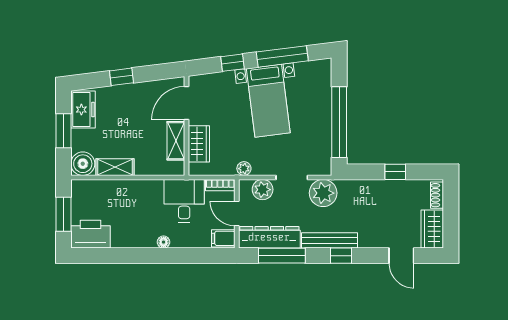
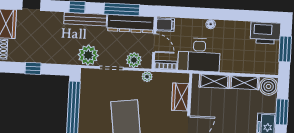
shelving: (176, 141) -> (214, 81), moved, turned 90
desk: (184, 201) -> (199, 55), width x1.37

